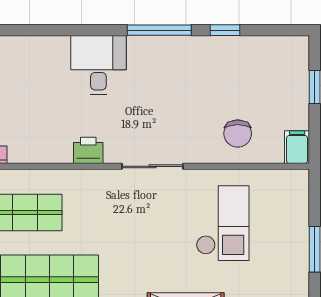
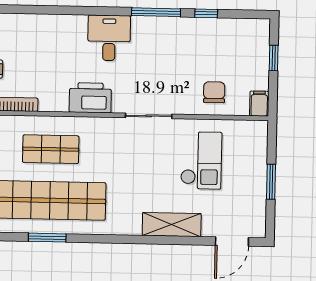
chair: (238, 133) -> (214, 92), turned 180
printer: (88, 150) -> (90, 98), width x1.87, depth x1.48

